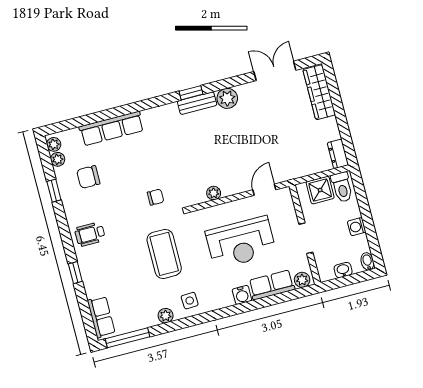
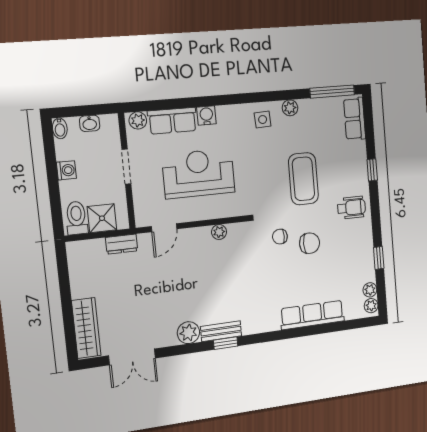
dresser: (338, 154) -> (122, 244), moved, turned 90
chair: (88, 177) -> (310, 243), moved
coffee table: (164, 254) -> (303, 179), moved

